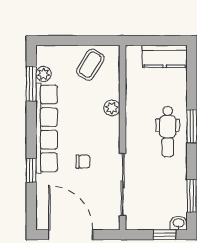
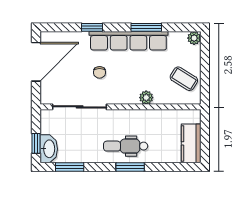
plant: (44, 74) -> (194, 38), moved
window: (31, 84) -> (146, 27), moved
washbasin: (179, 223) -> (49, 149), width x1.91, depth x1.45

